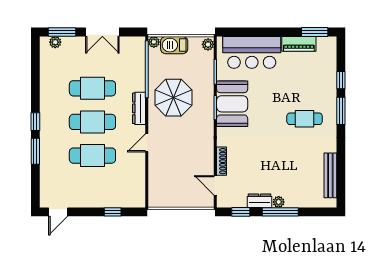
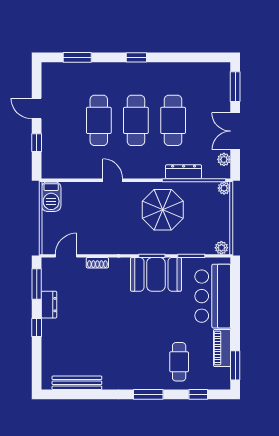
plant: (55, 42) -> (224, 159), moved
barbecue: (174, 45) -> (51, 197), moved, turned 180
window: (341, 80) -> (198, 394), moved
dresser: (139, 108) -> (184, 172), moved
cafe table: (305, 119) -> (179, 362), moved
window: (35, 151) -> (77, 57), moved
shoe rack: (222, 161) -> (97, 263), width x0.70
plant: (279, 202) -> (48, 326), removed
door: (58, 212) -> (37, 108), moved
window: (241, 212) -> (37, 284), width x1.50
window: (280, 212) -> (37, 328), width x0.46

